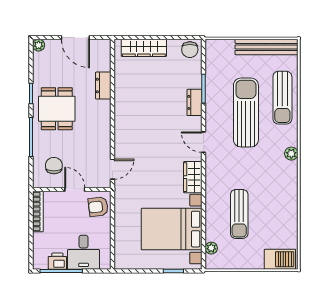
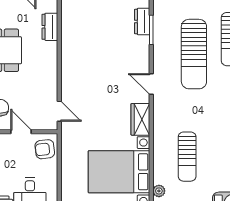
dresser: (195, 102) -> (142, 22), moved
sun lounger: (246, 112) -> (194, 54), turned 180
door: (112, 169) -> (59, 111), hinge flipped

